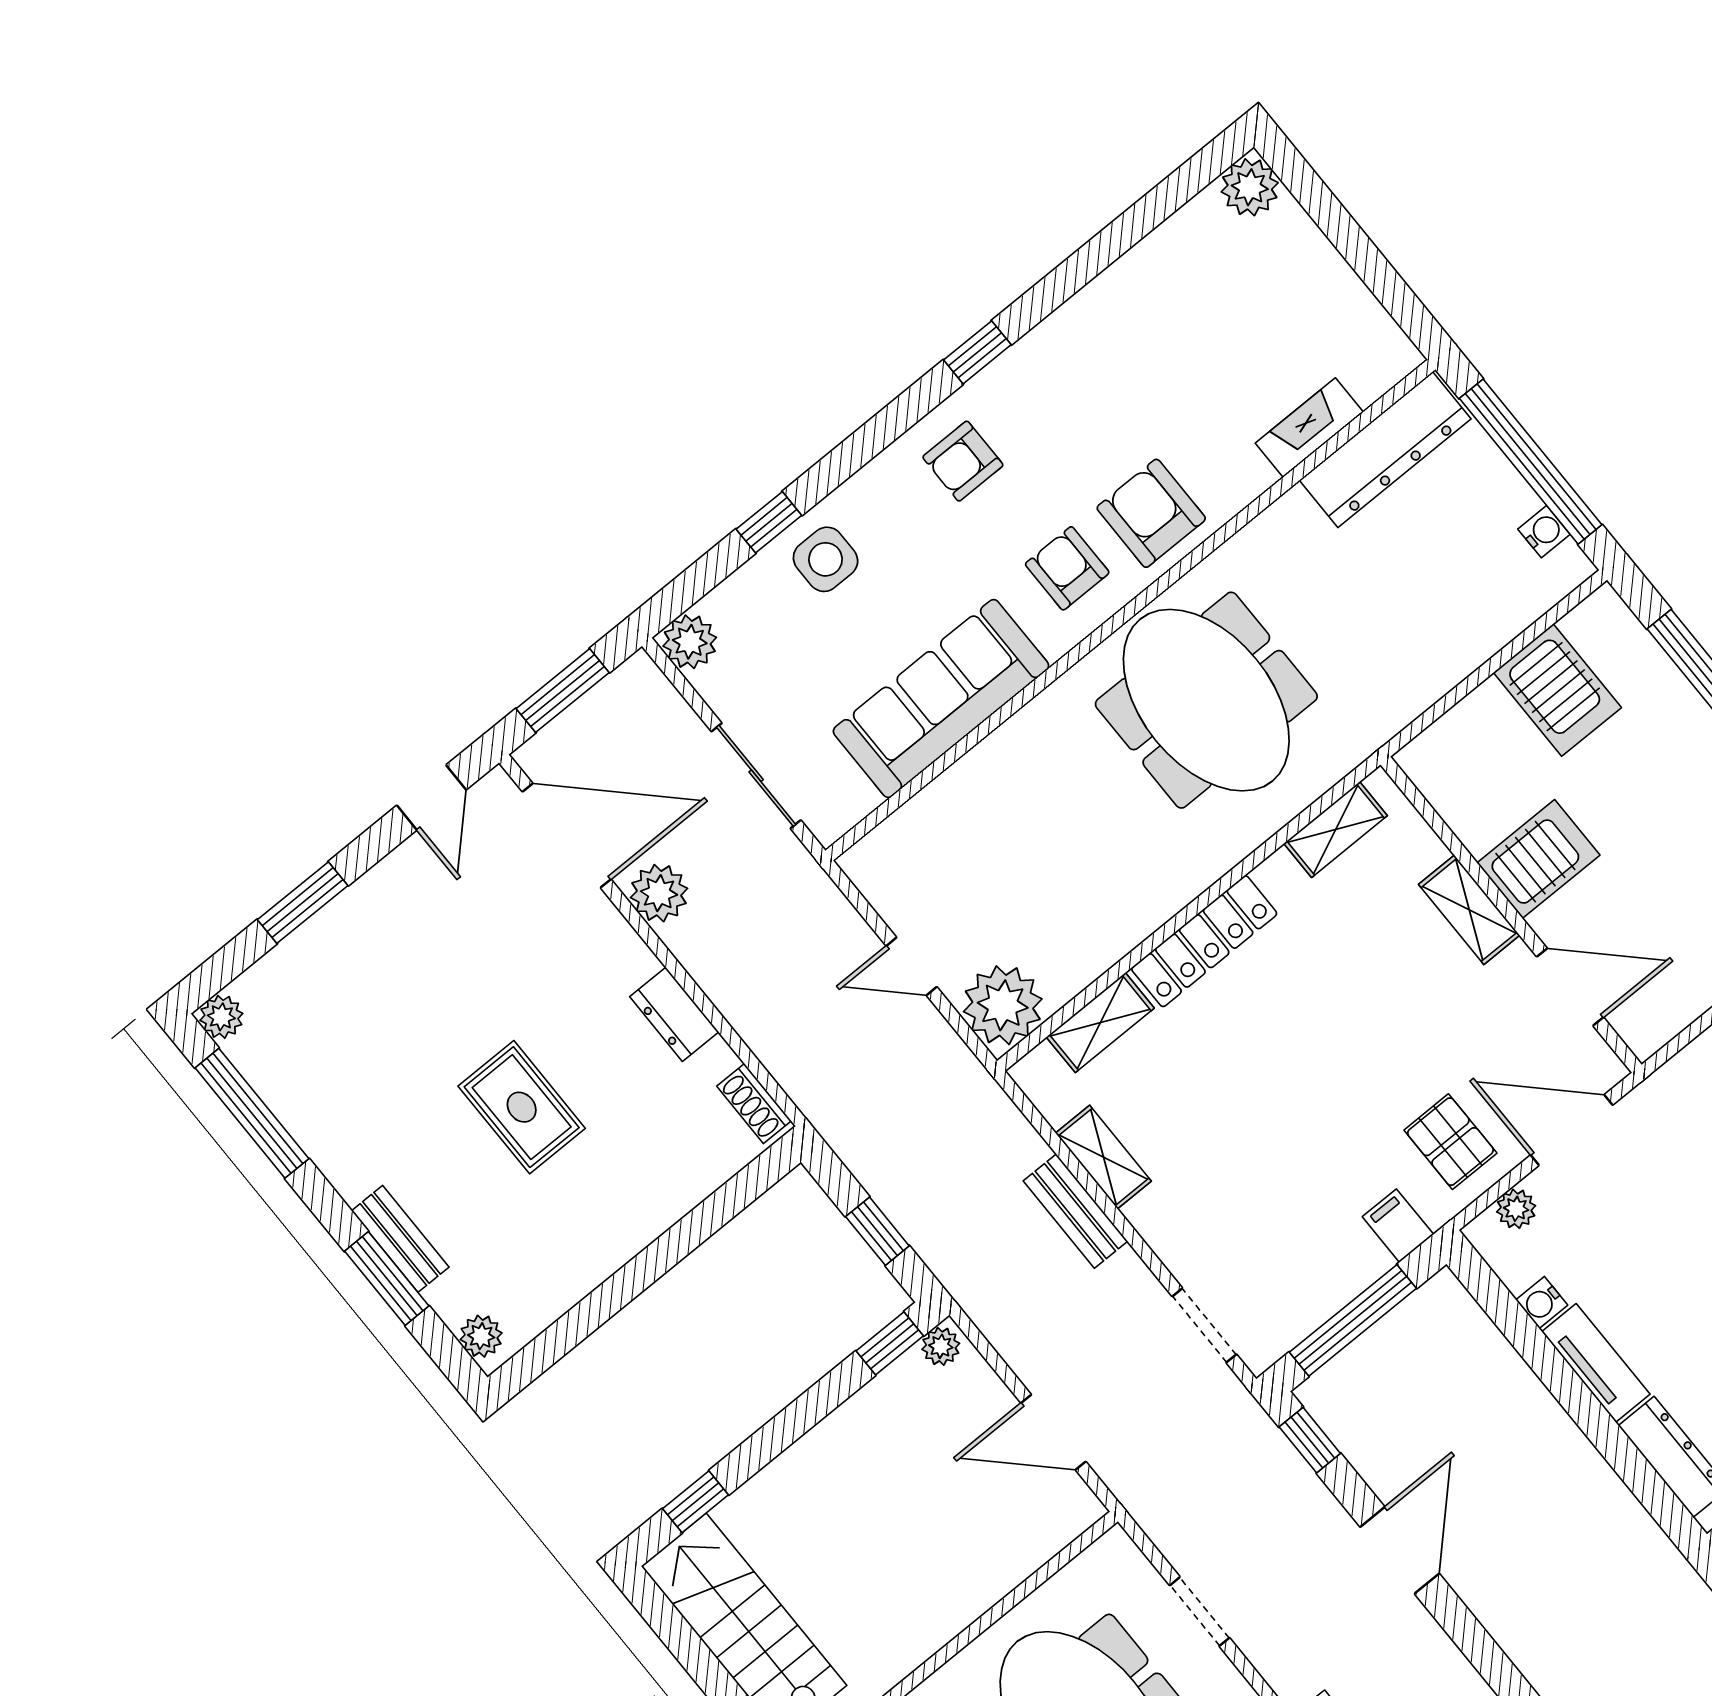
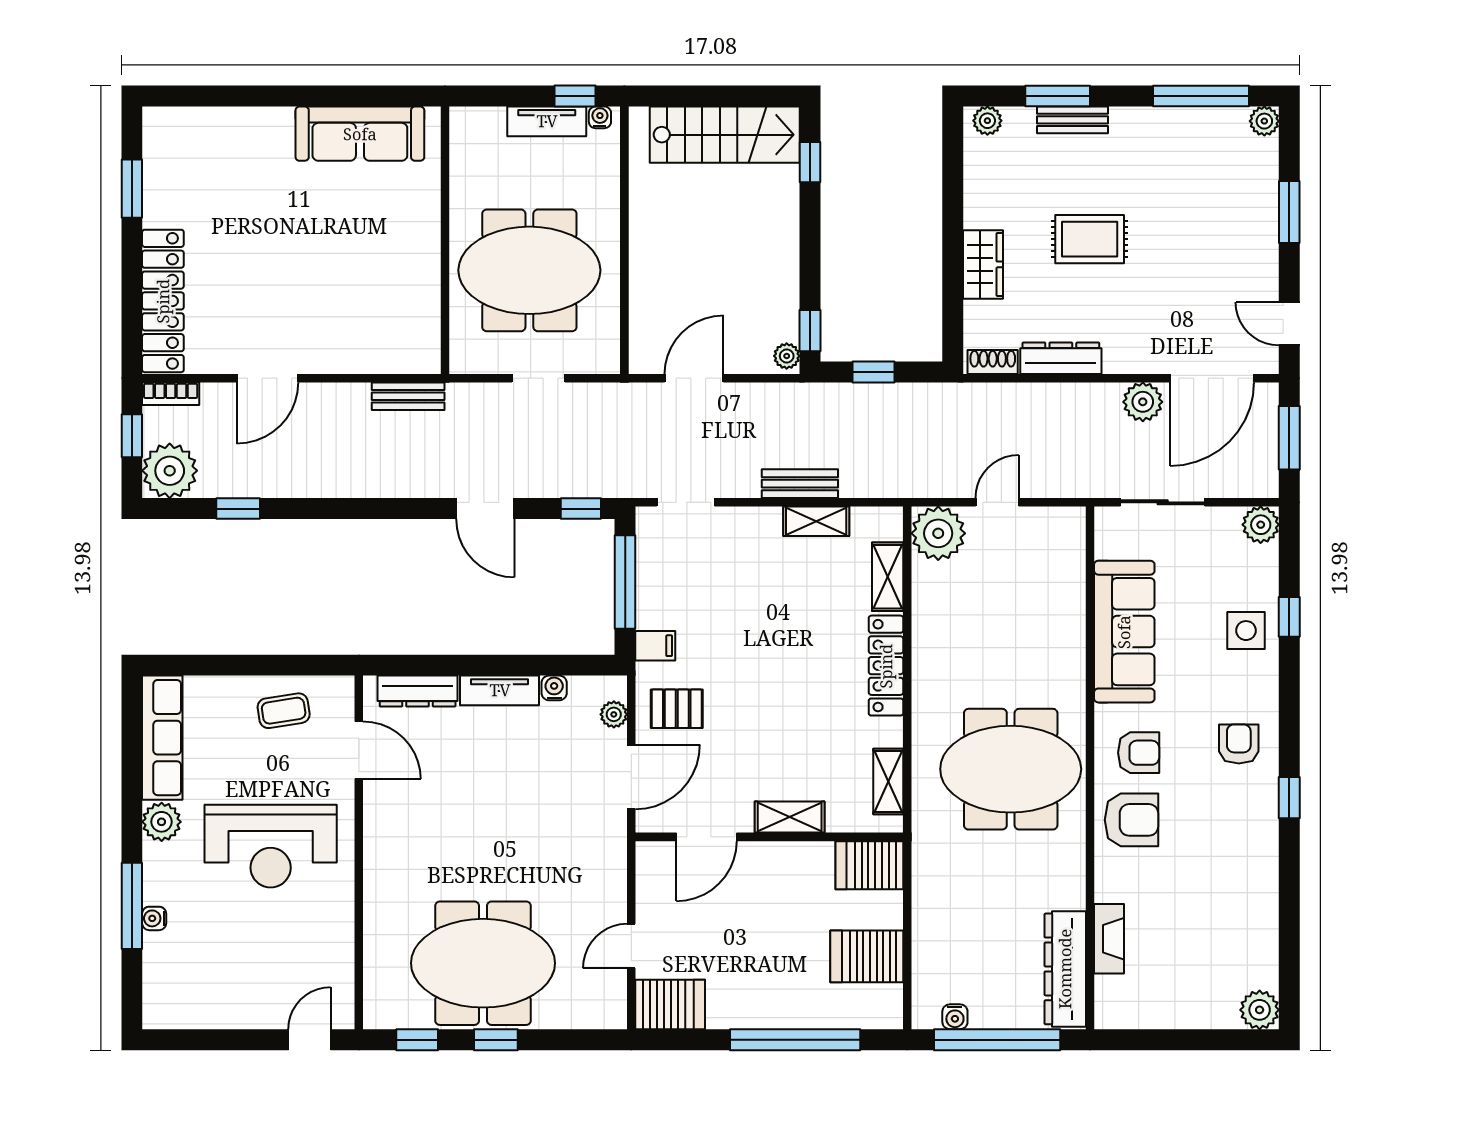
server rack: (1538, 859) -> (869, 865), moved, turned 90
dresser: (674, 1014) -> (1061, 358), width x1.44
wardrobe: (651, 1206) -> (983, 264), added

